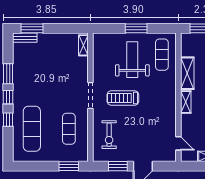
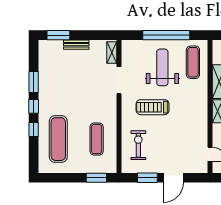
window: (136, 28) -> (166, 35), width x2.11
bench: (25, 38) -> (76, 45), moved
doorway: (90, 95) -> (119, 80), moved
exercise bike: (109, 135) -> (138, 145), turned 180

